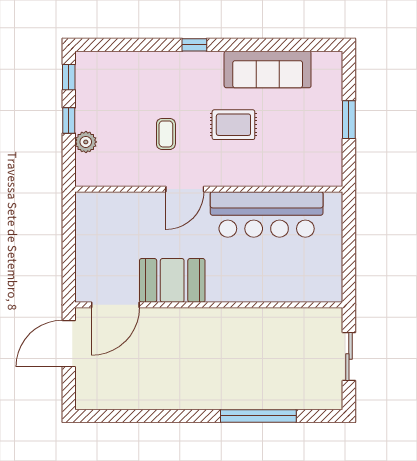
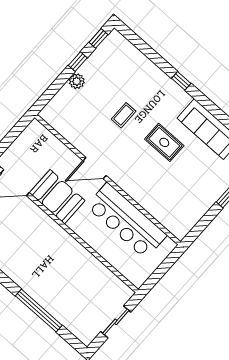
door: (185, 189) -> (95, 168), moved
wall: (209, 189) -> (108, 180), moved
bar counter: (267, 214) -> (126, 221), moved

